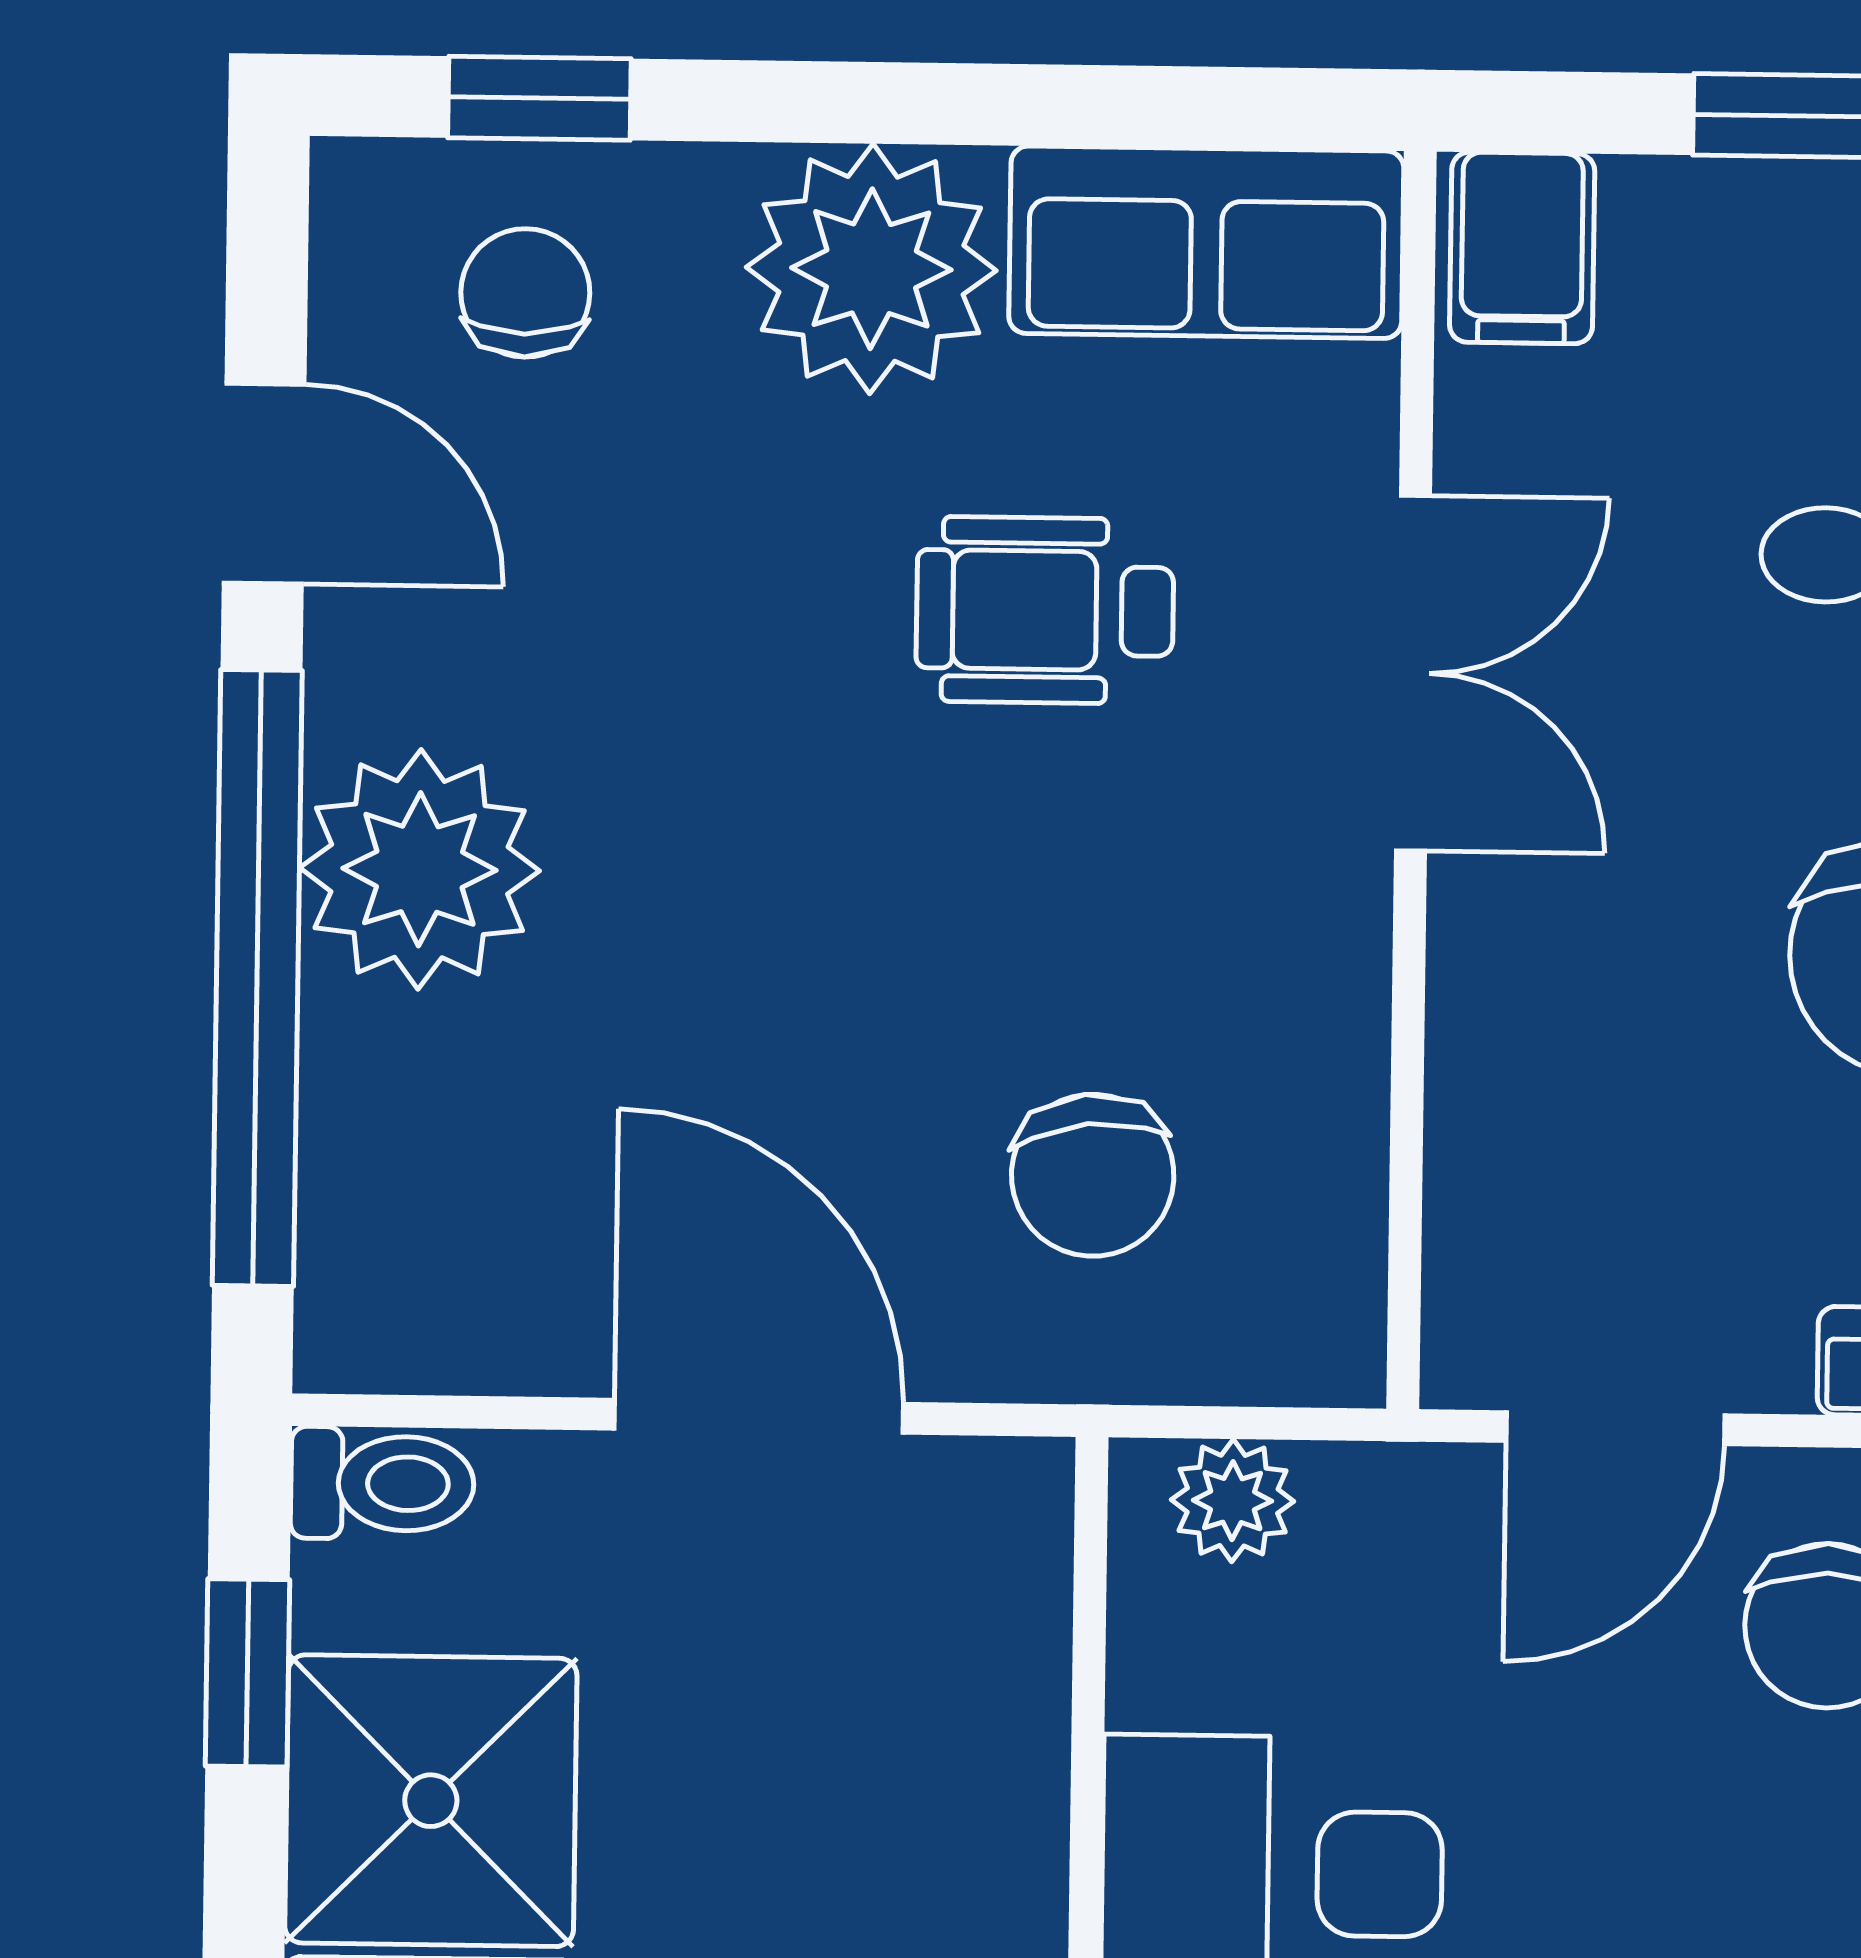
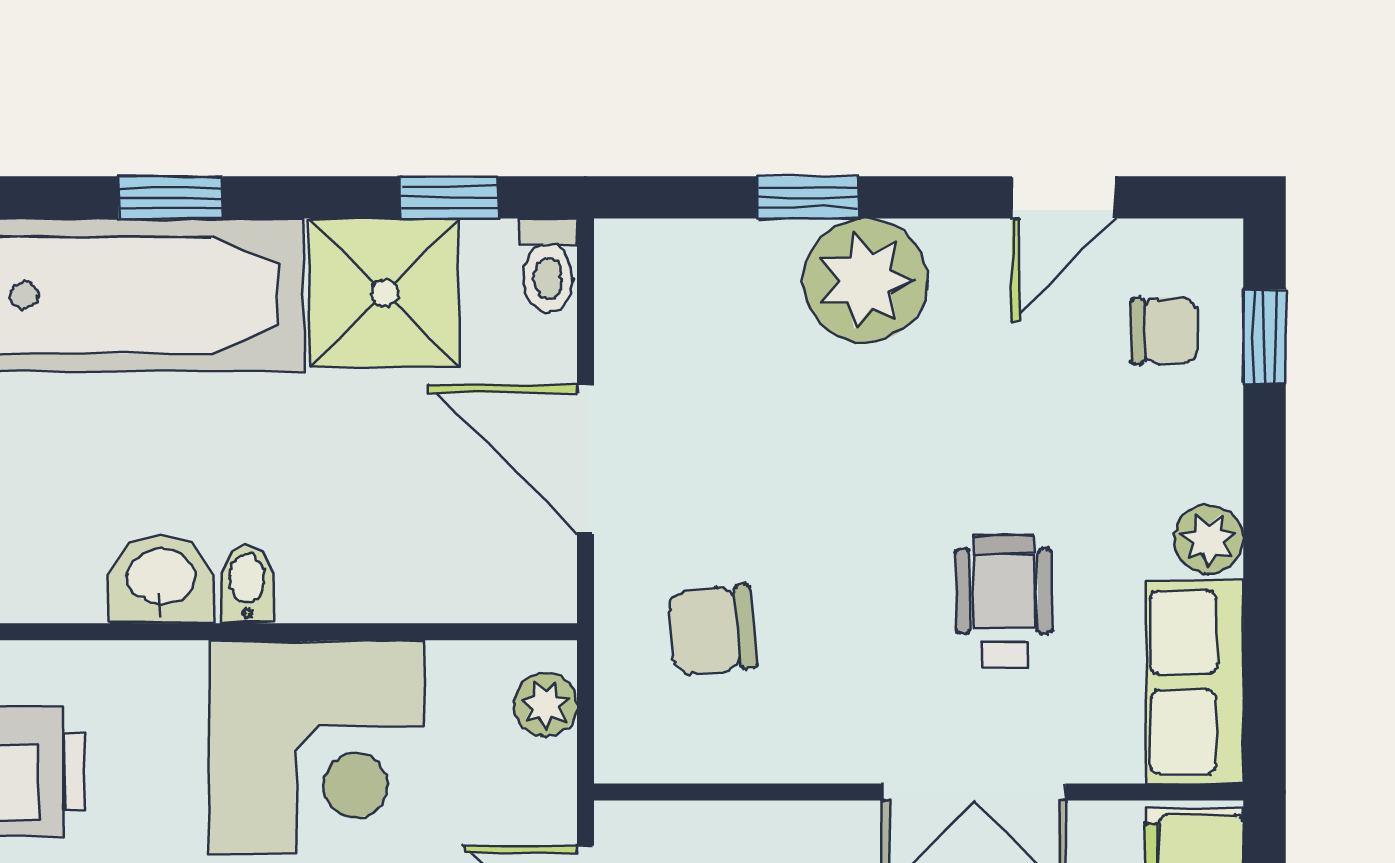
plant: (871, 269) -> (1209, 540), width x0.53, depth x0.53
window: (257, 978) -> (808, 197), width x0.32
door: (759, 1416) -> (585, 460), swing flipped

